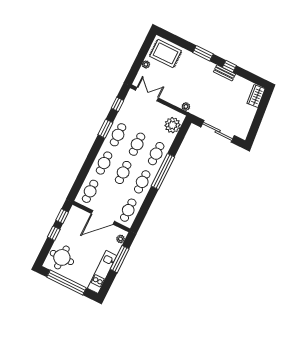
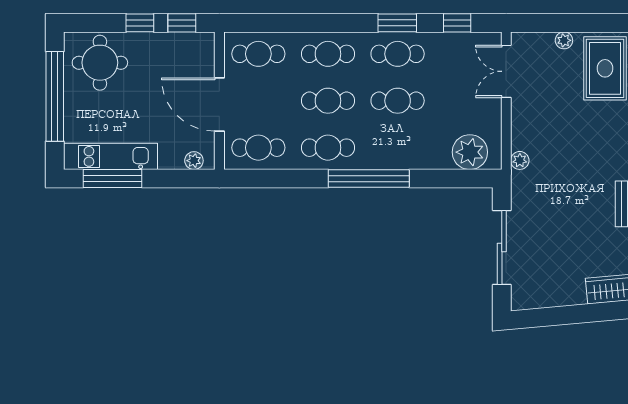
double door: (147, 94) -> (506, 71), swing flipped
cafe table: (156, 154) -> (398, 148), removed
window: (120, 259) -> (112, 179), moved

